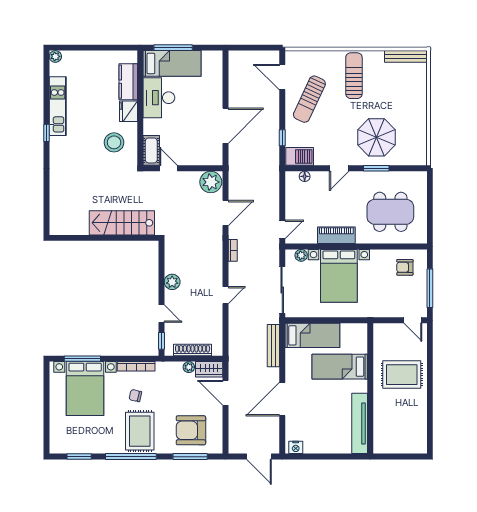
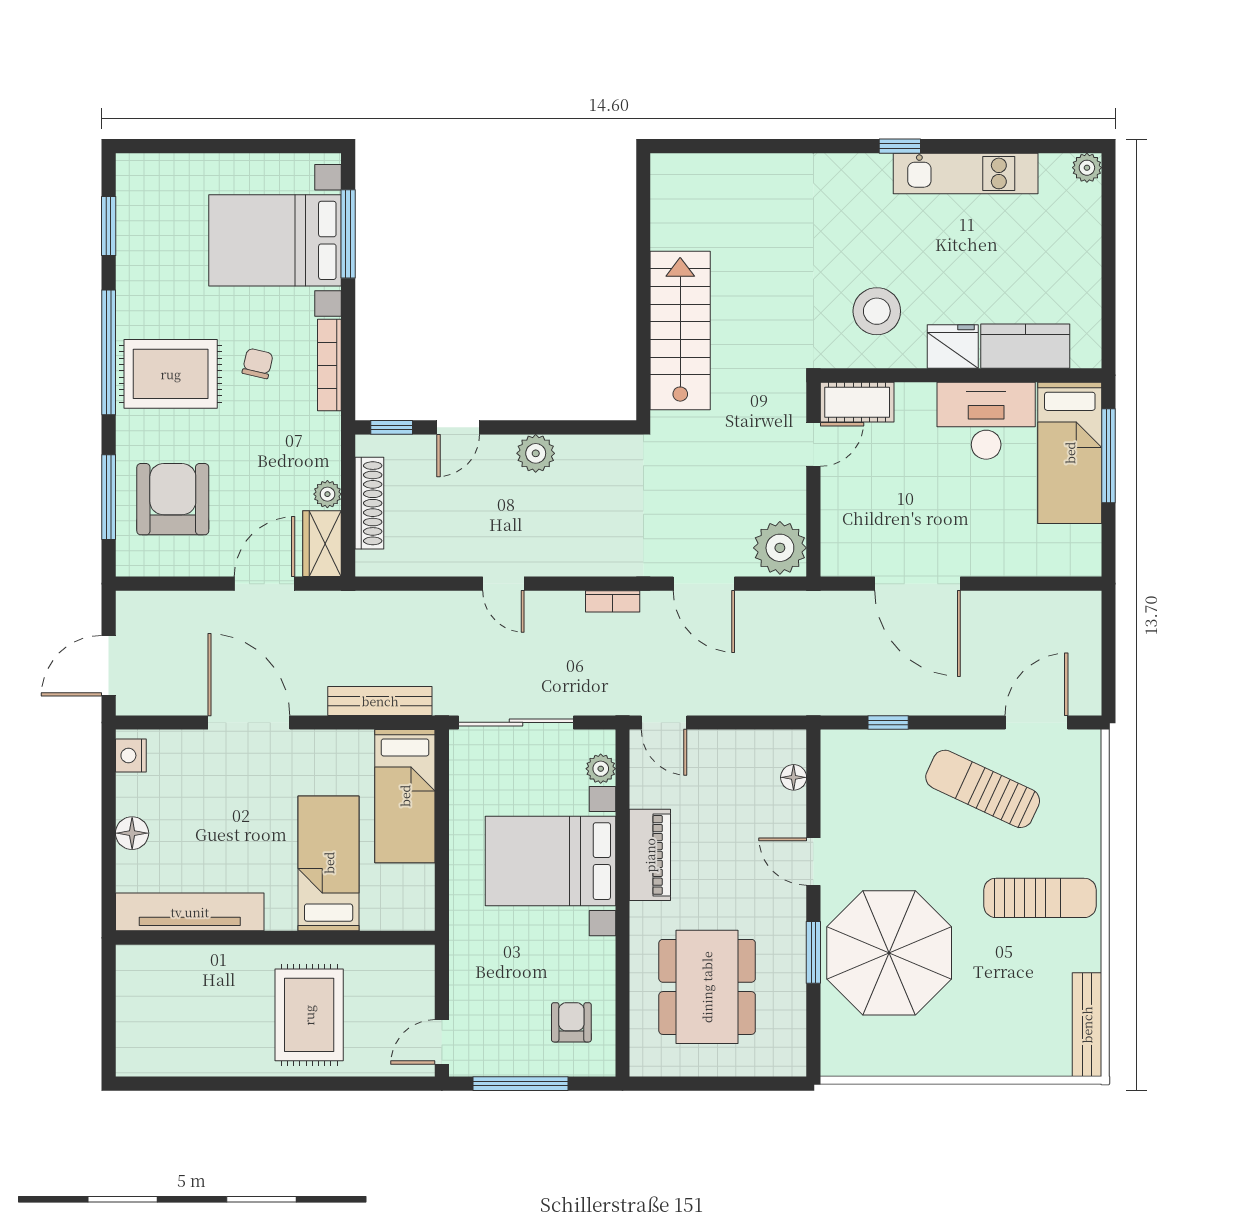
parasol: (376, 137) -> (889, 953), width x1.36, depth x1.36
barbecue: (300, 156) -> (842, 765), removed
floor lamp: (327, 447) -> (132, 833), added

